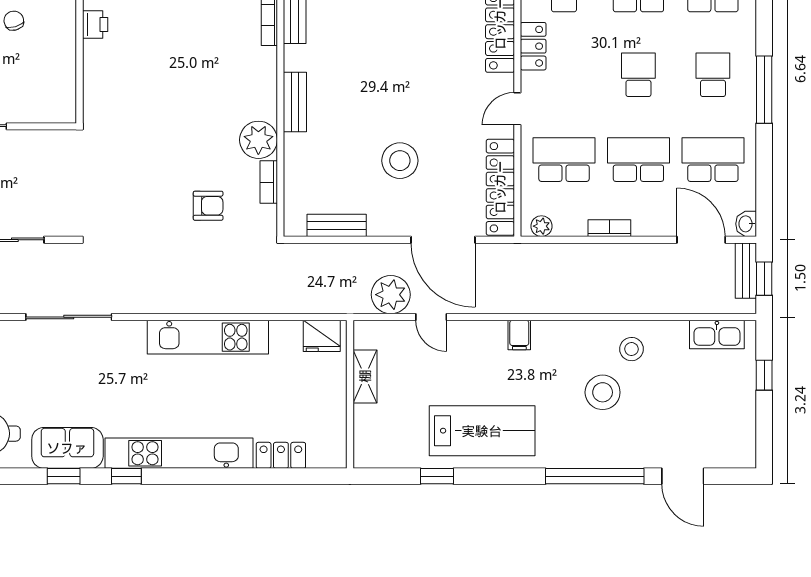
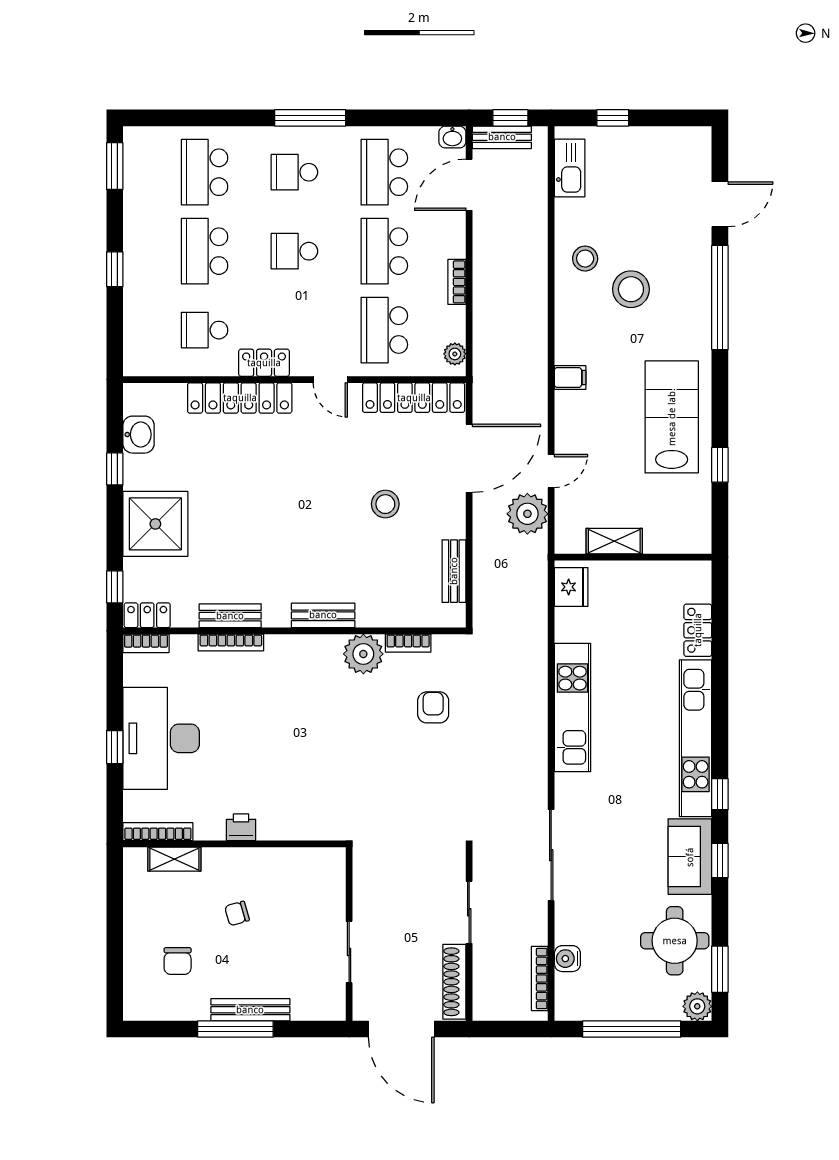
stool: (400, 161) -> (385, 504), width x0.73, depth x0.73

